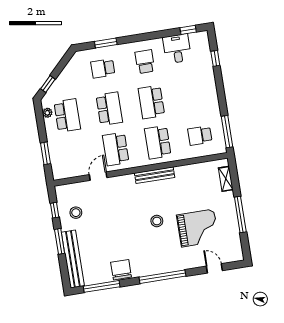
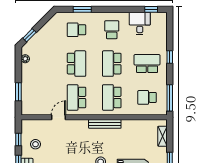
window: (215, 58) -> (170, 57), moved
school desk: (67, 115) -> (147, 64), moved, turned -90

